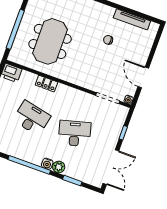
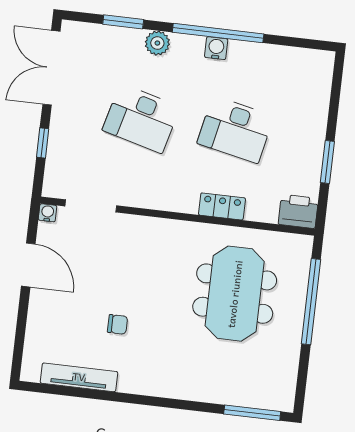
desk: (74, 133) -> (141, 119), turned 30
water cooler: (47, 164) -> (216, 48), moved

